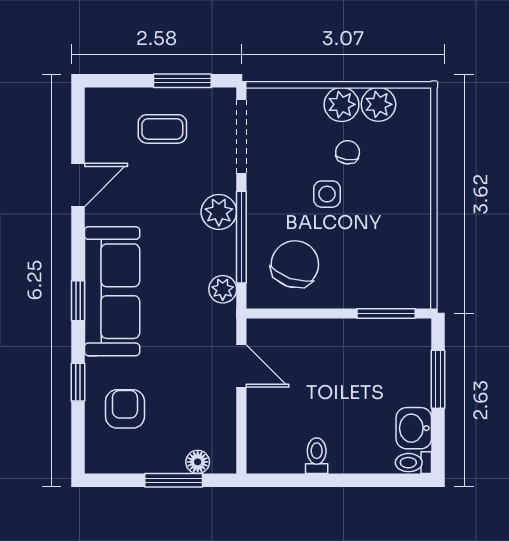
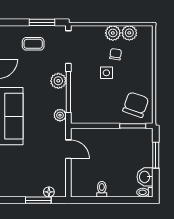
chair: (295, 264) -> (136, 105), moved
armchair: (125, 409) -> (17, 168), removed

